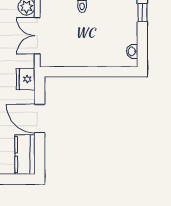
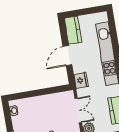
door: (40, 119) -> (67, 56), swing flipped

